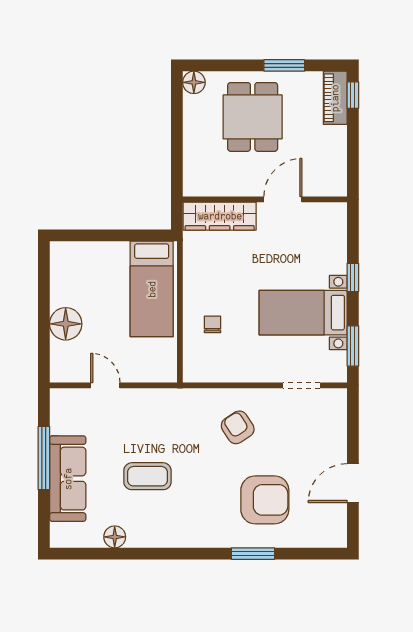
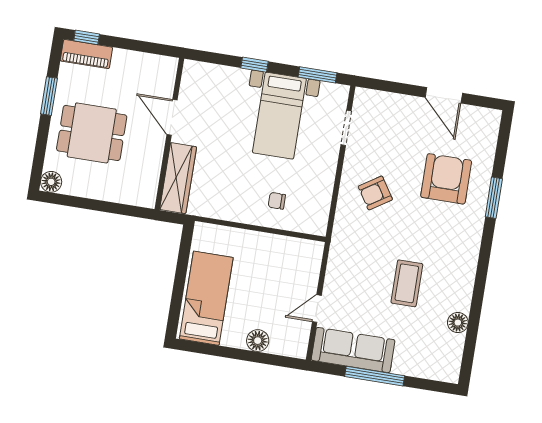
bed: (152, 289) -> (206, 298), moved, turned -90
floor lamp: (66, 324) -> (258, 341), width x0.73, depth x0.73
sofa: (68, 479) -> (353, 350), moved

